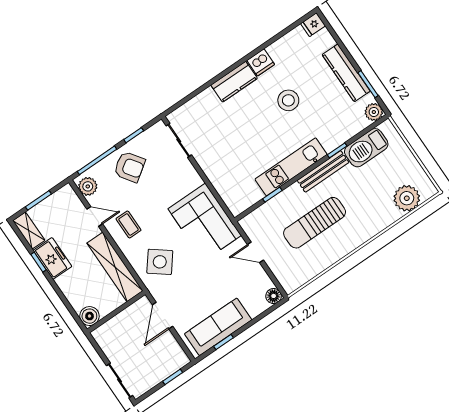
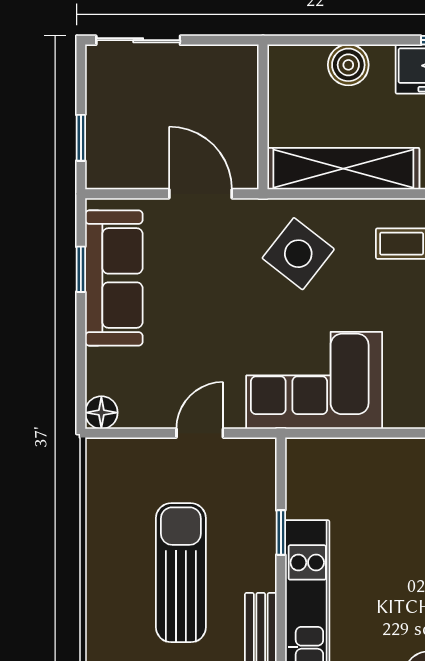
boiler: (89, 316) -> (348, 65), moved

